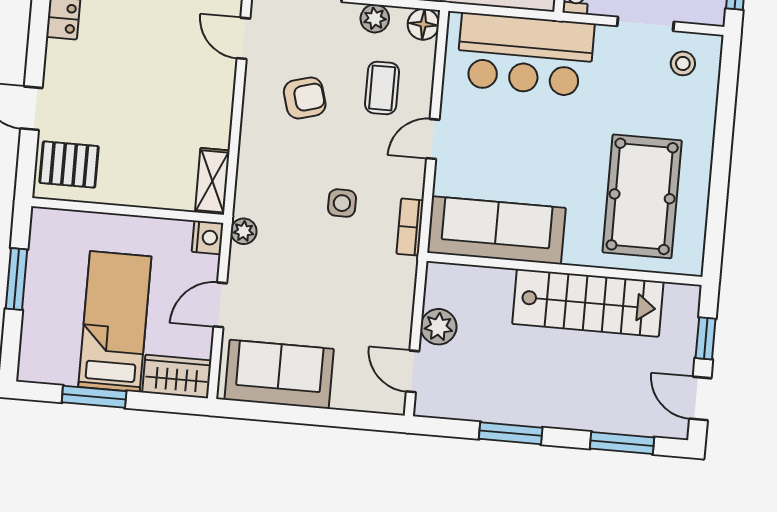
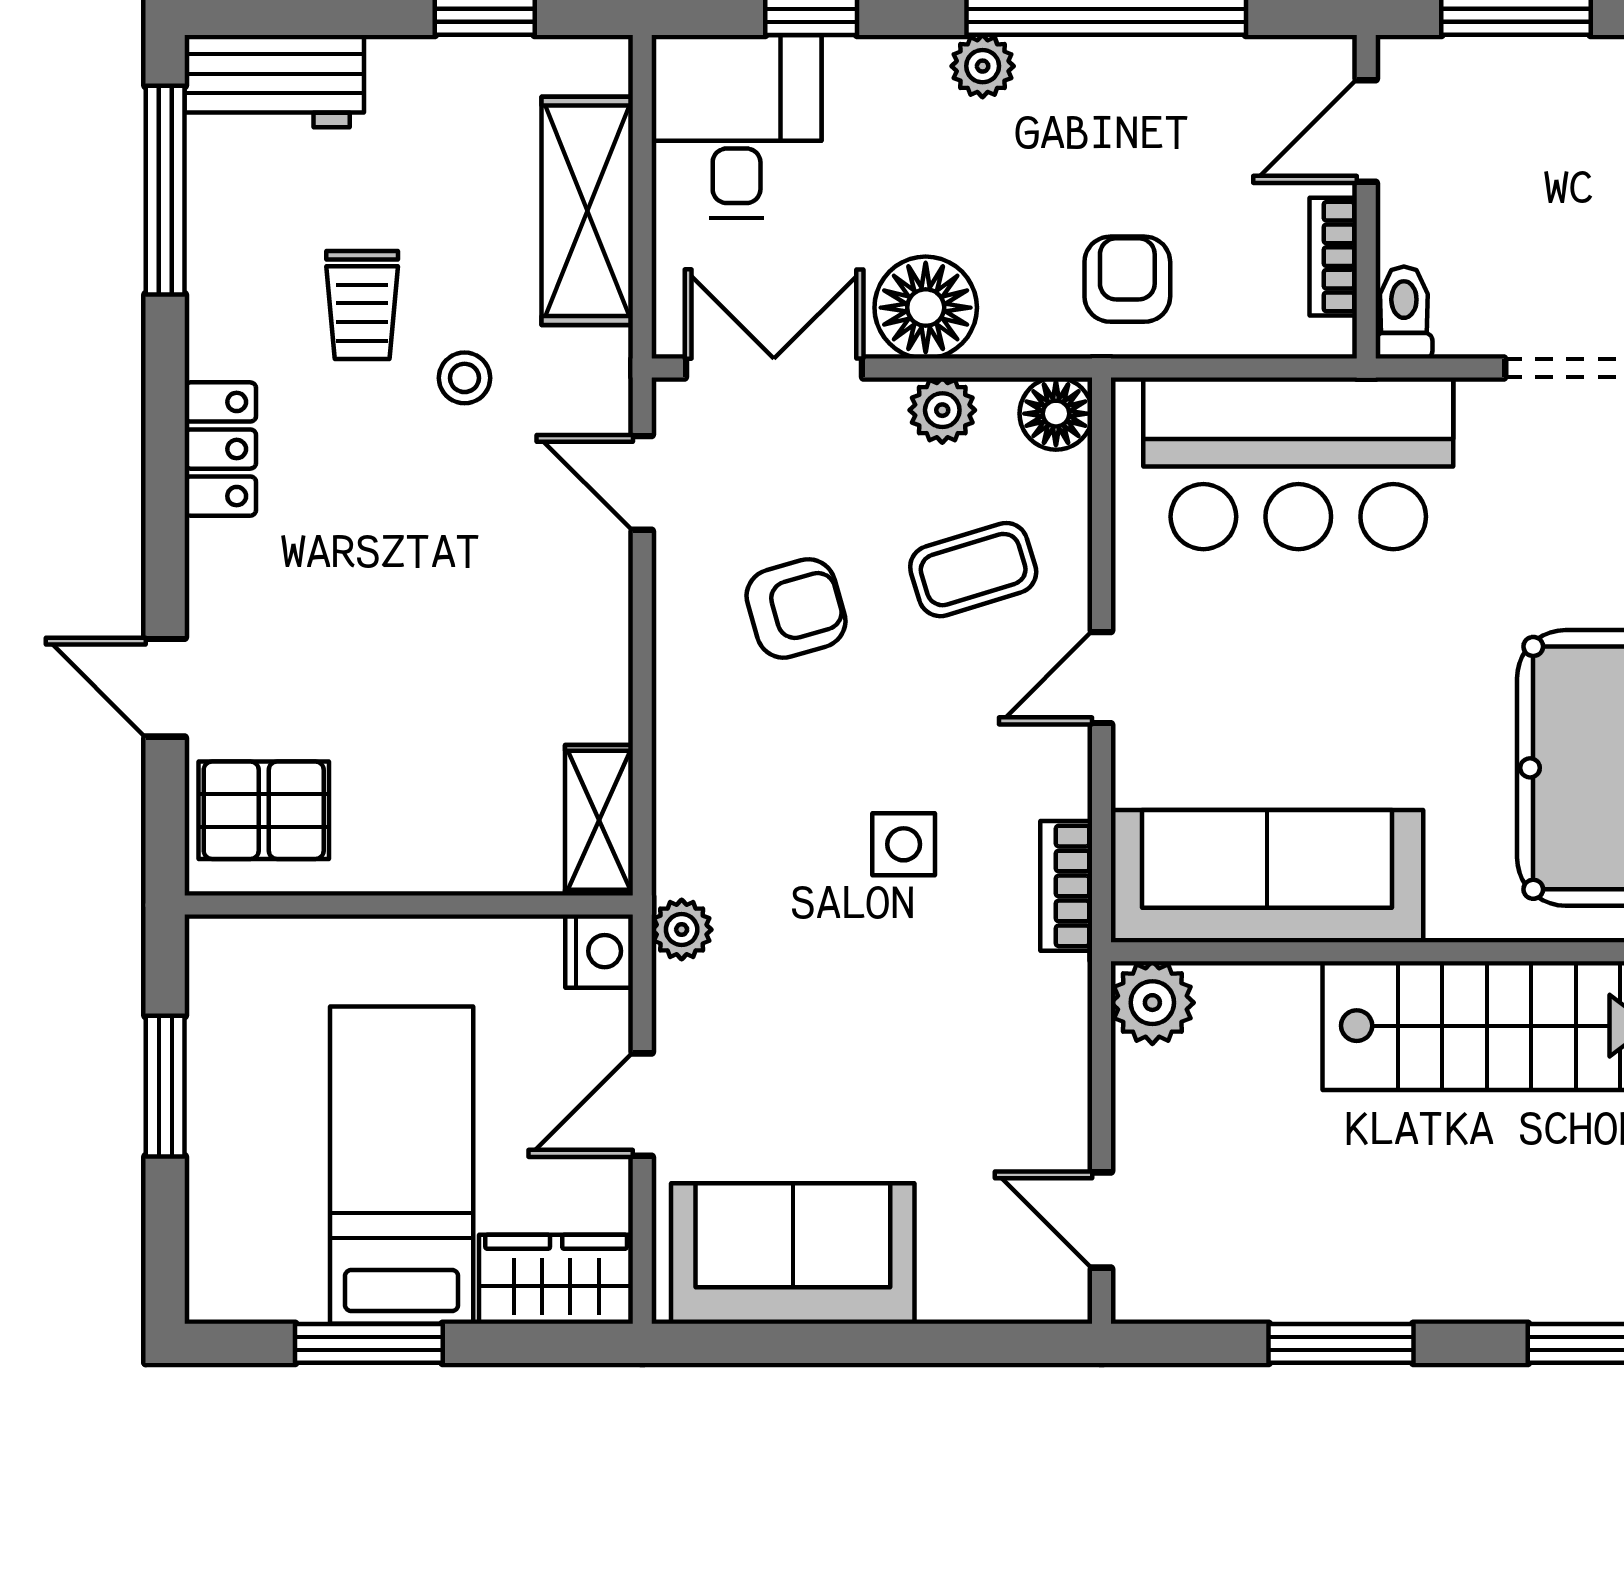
coffee table: (382, 88) -> (973, 570), turned 73
plant: (439, 327) -> (1152, 1003), moved

